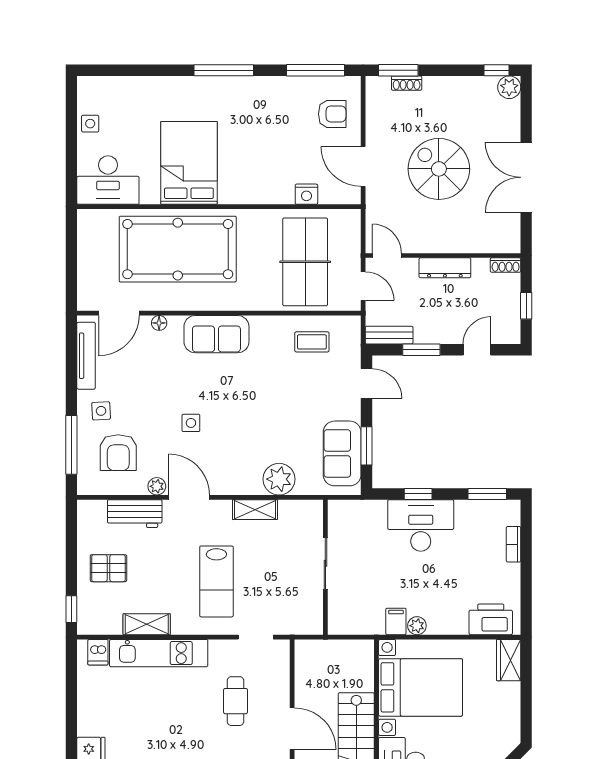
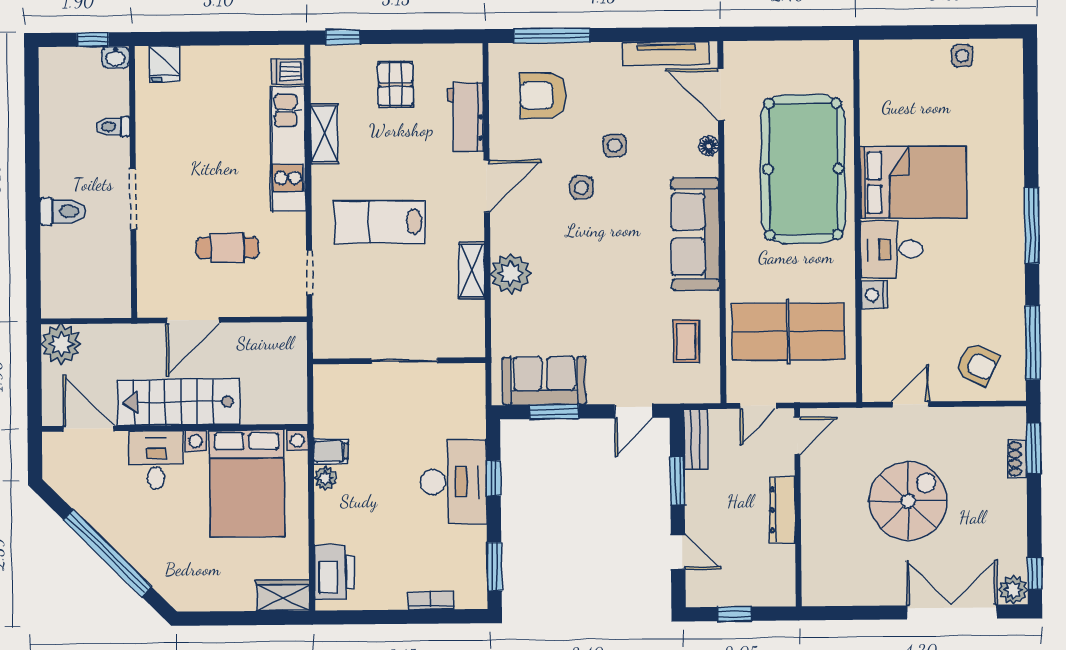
armchair: (332, 114) -> (977, 364), turned -64
door: (363, 167) -> (910, 404), width x0.73
double door: (526, 177) -> (952, 612), moved
desk: (108, 180) -> (892, 249), moved, width x0.73
nightstand: (306, 194) -> (874, 295), moved
shoe rack: (506, 265) -> (786, 587), removed
sofa: (216, 334) -> (695, 234), width x1.36
side table: (101, 411) -> (614, 145), moved
plant: (279, 479) -> (511, 274), moved
plant: (157, 486) -> (500, 145), removed

